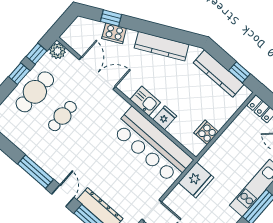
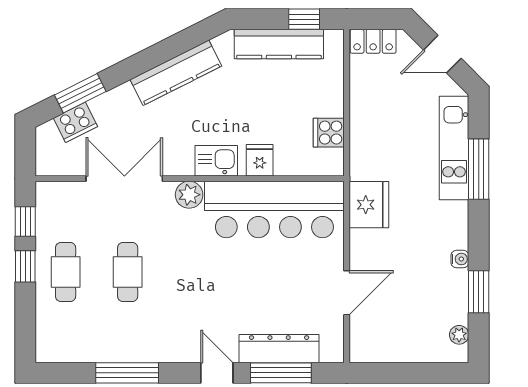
window: (111, 18) -> (80, 93), width x1.50
cooker: (114, 33) -> (75, 122), moved
plant: (57, 51) -> (189, 195), moved
cafe table: (35, 92) -> (66, 272), width x0.73, depth x0.74
window: (35, 172) -> (127, 373), moved

